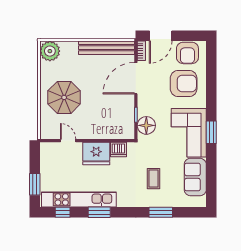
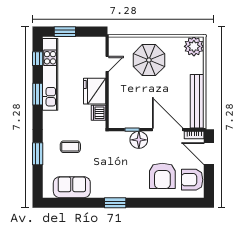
floor lamp: (146, 125) -> (139, 140), moved
corner sofa: (189, 133) -> (115, 181), removed

